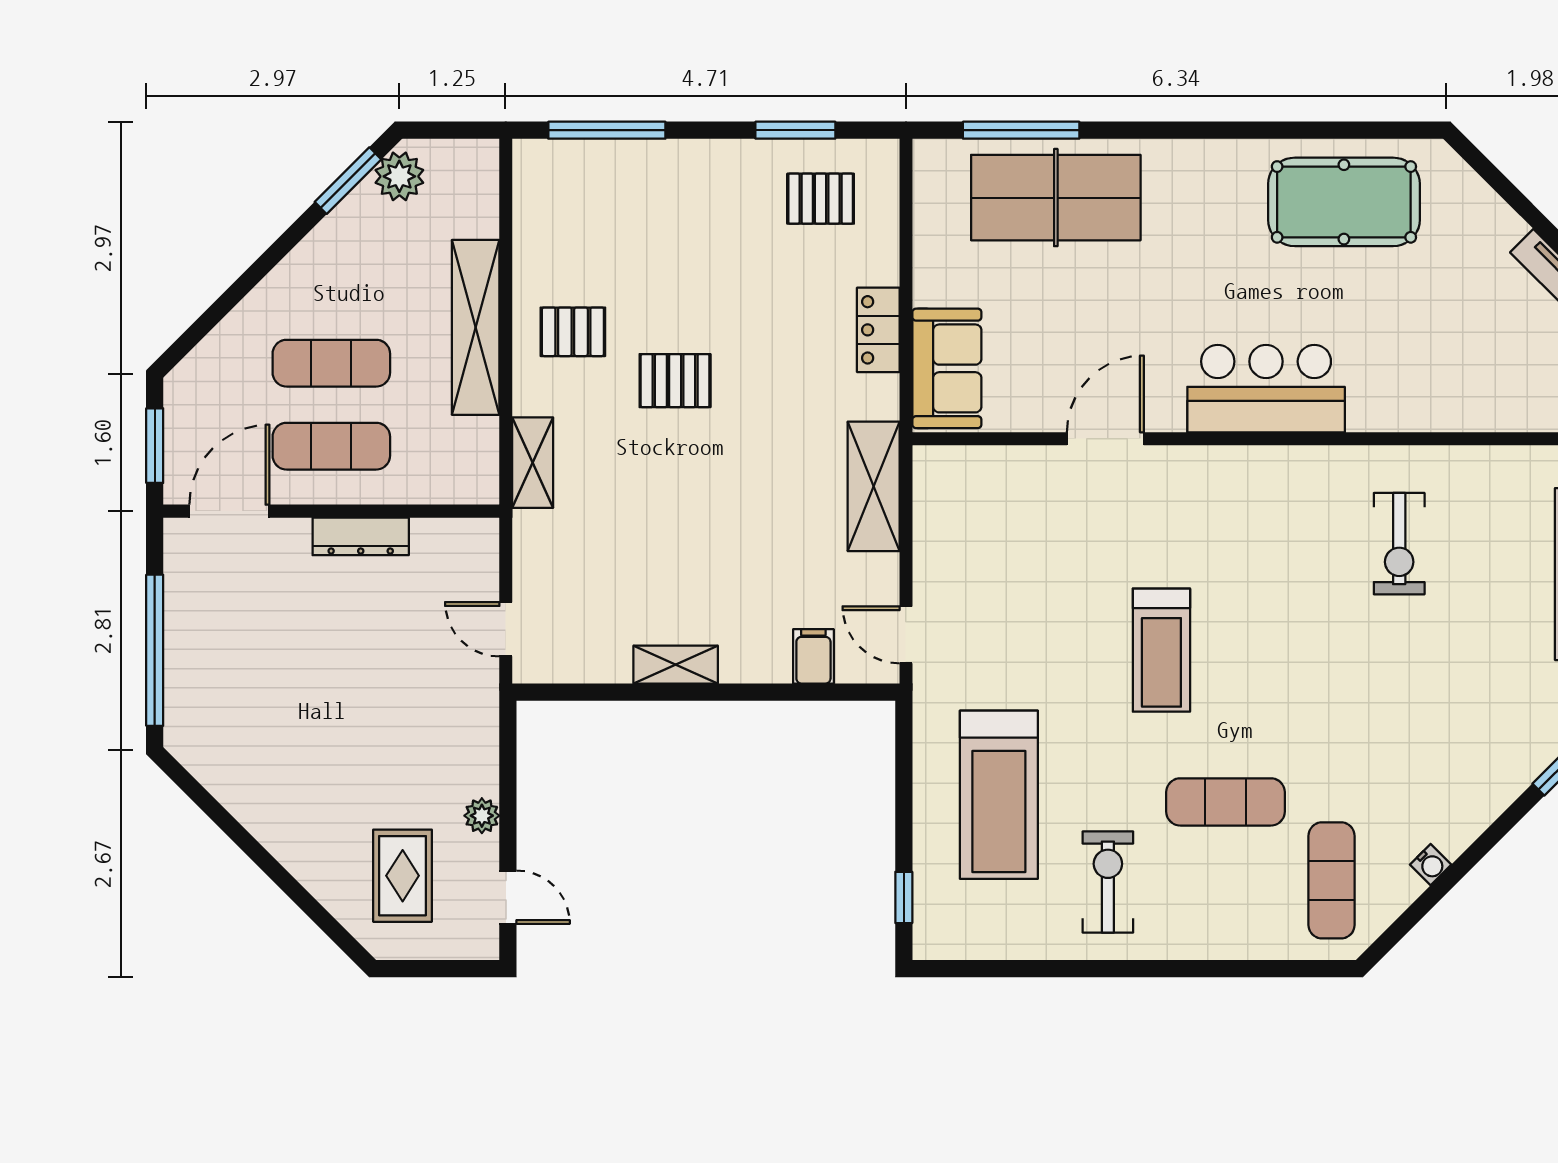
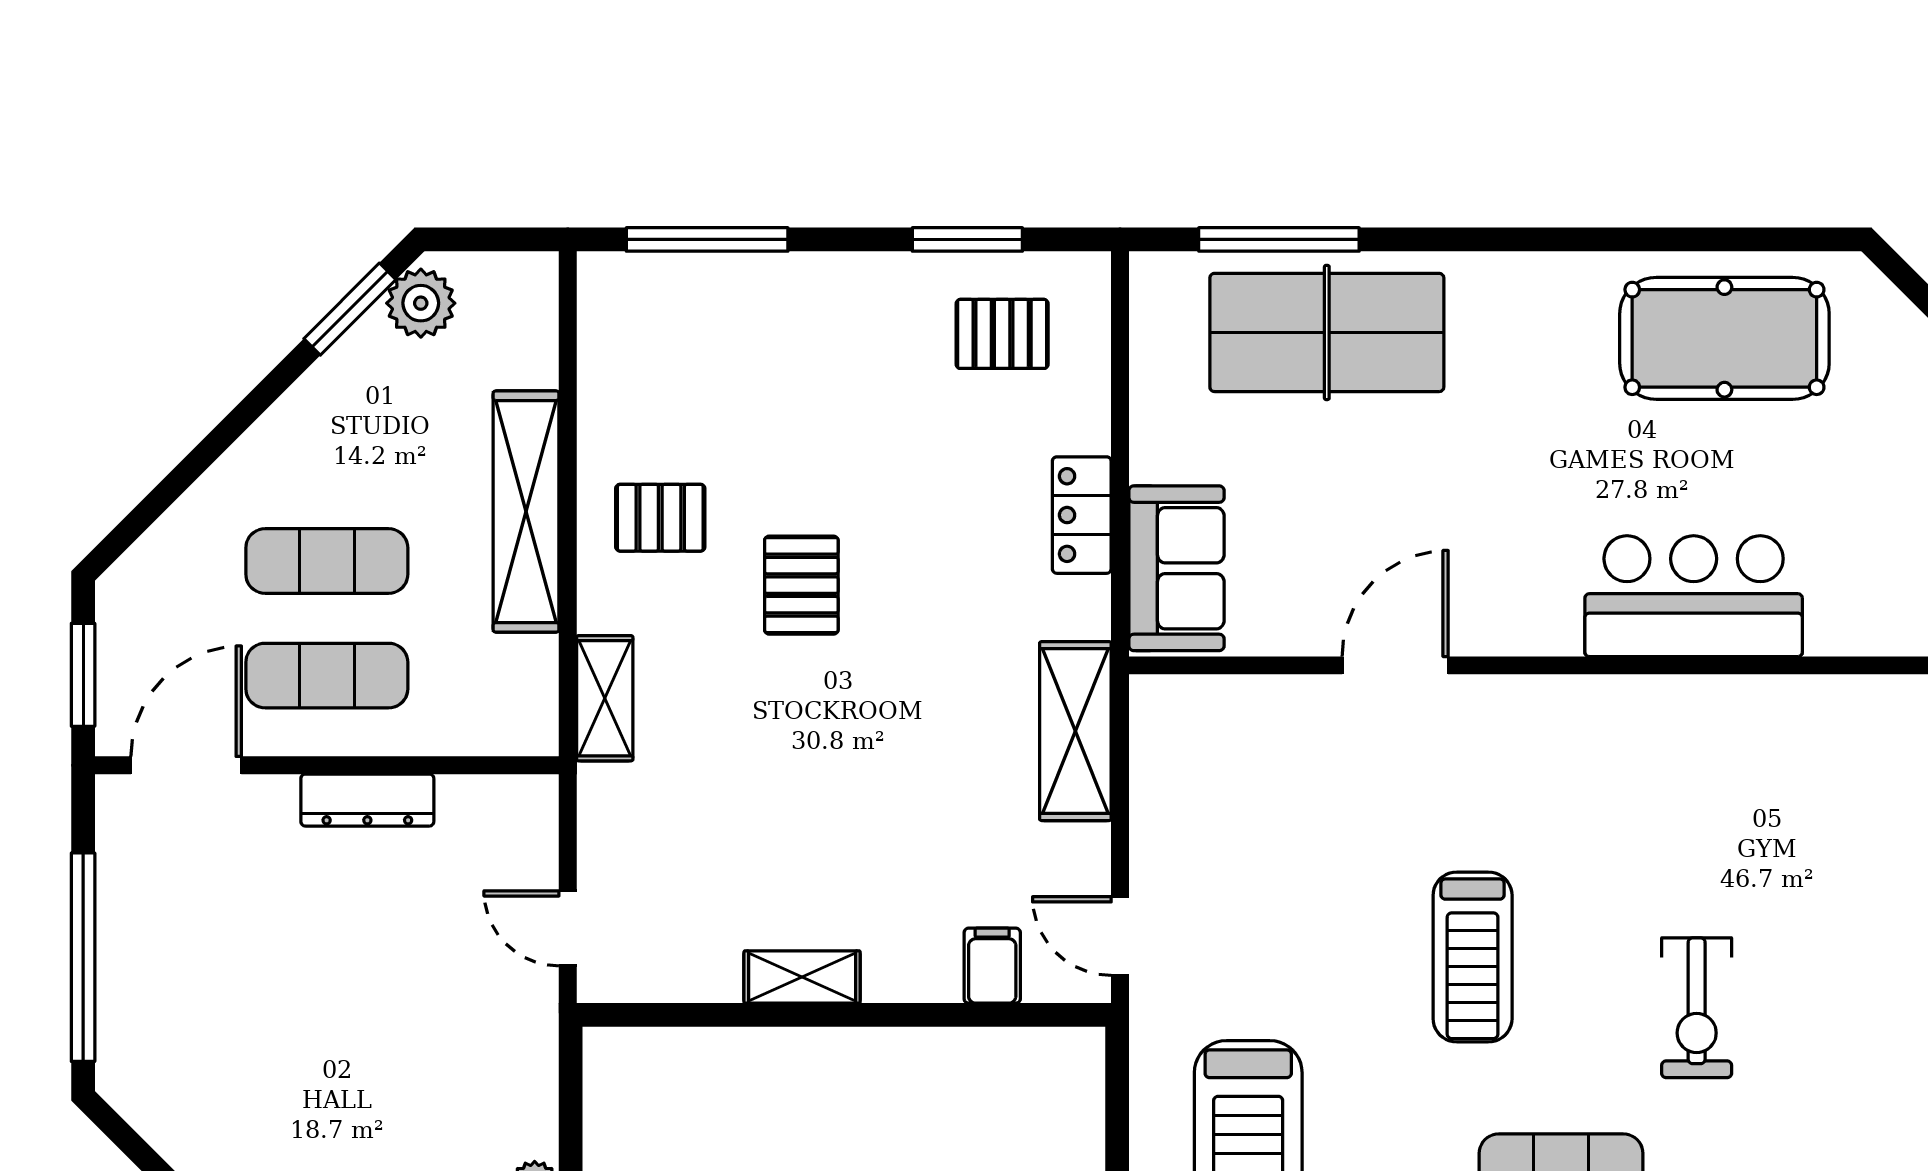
pallet: (675, 381) -> (801, 585), turned 90
bar counter: (1266, 389) -> (1694, 596), moved
exercise bike: (1399, 544) -> (1697, 1008), moved

